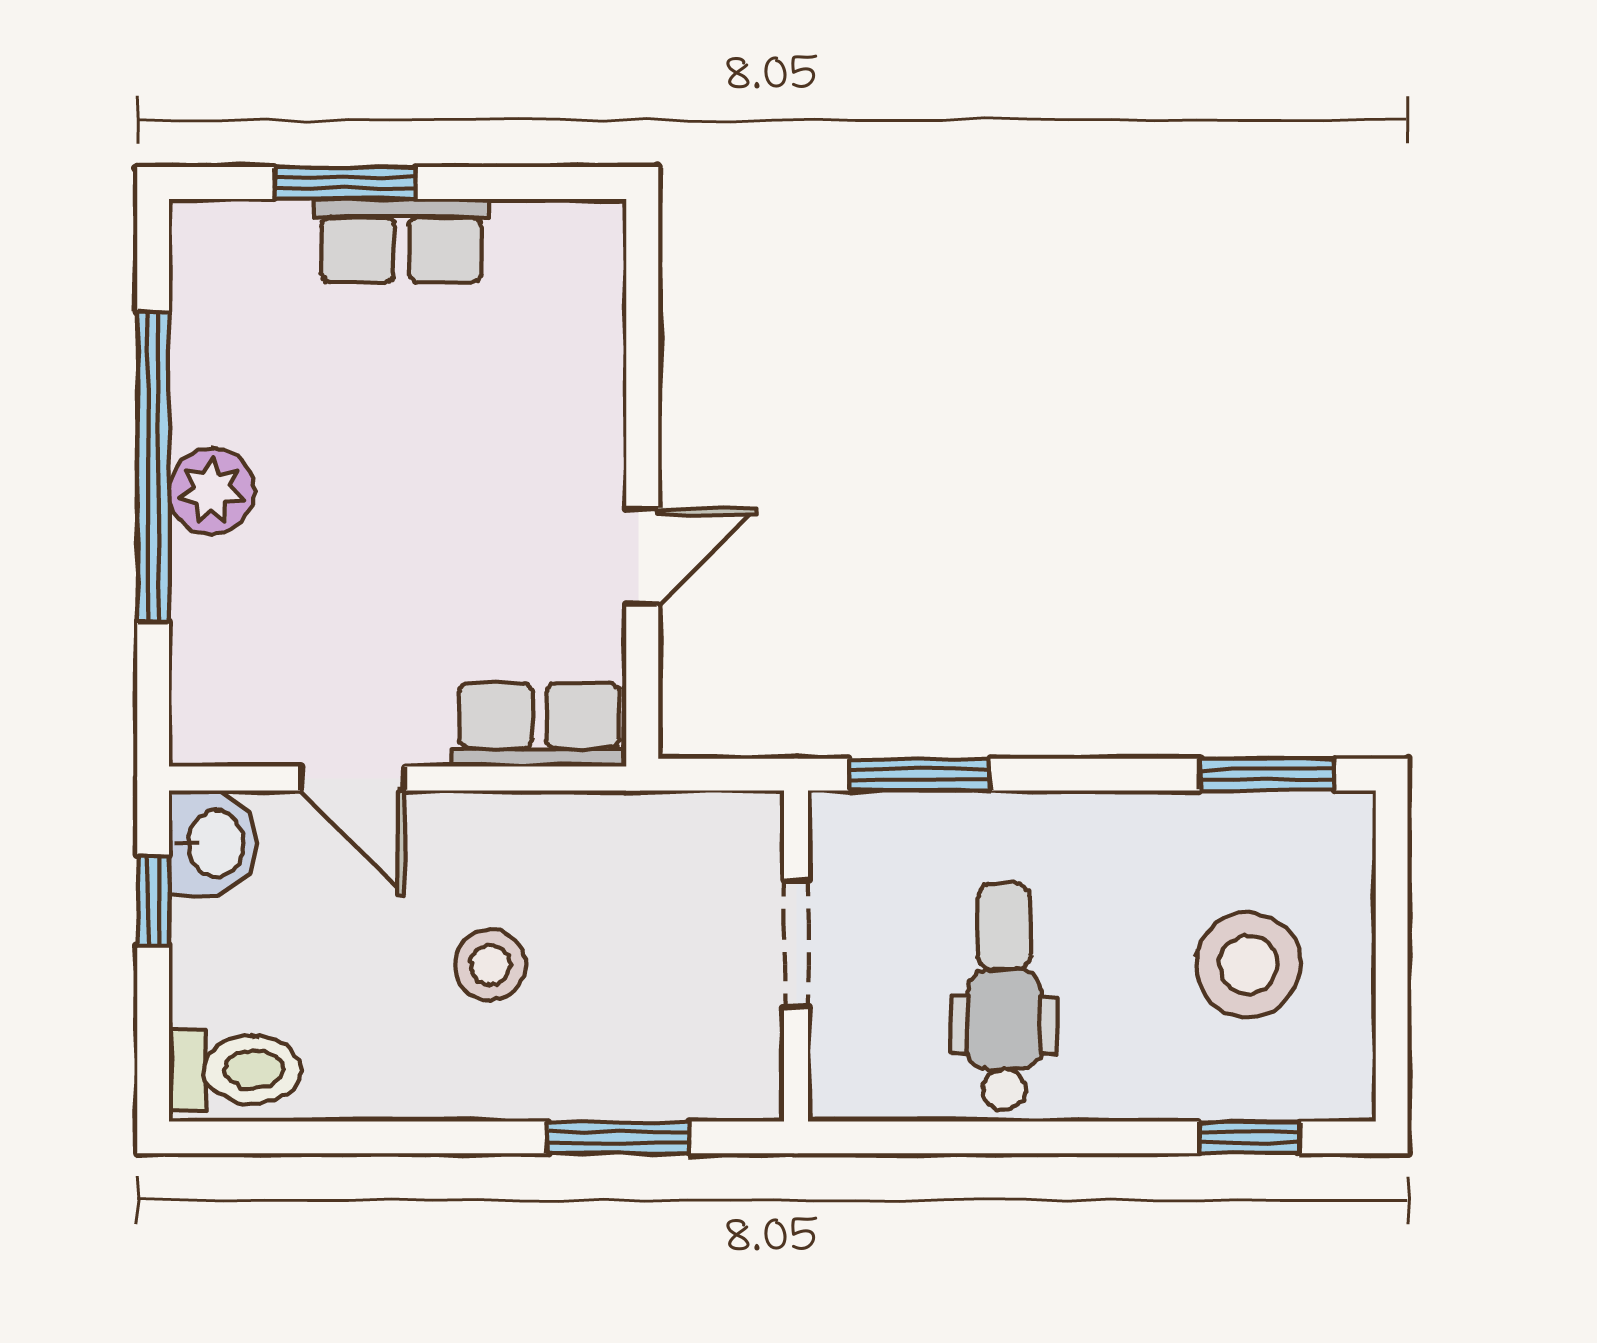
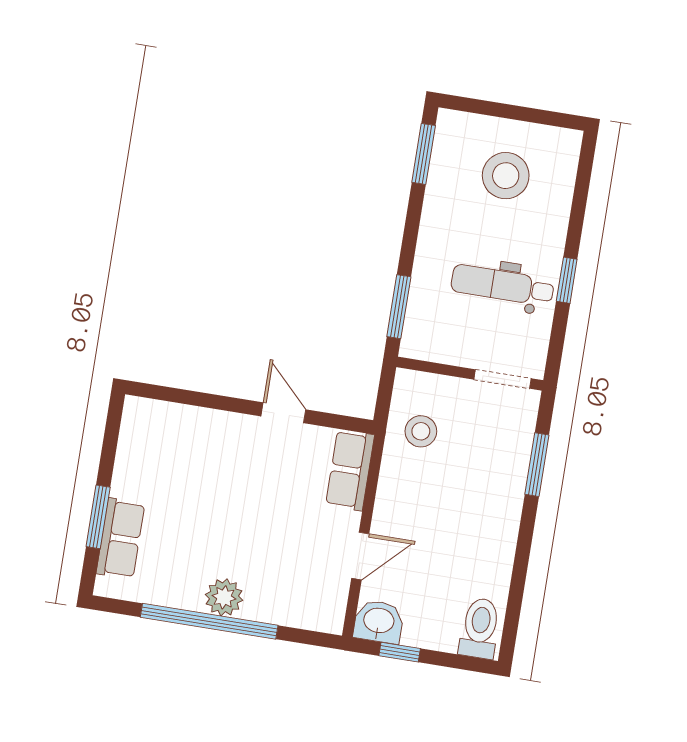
row of seats: (401, 240) -> (120, 538), moved
doorway: (796, 944) -> (503, 379), moved
stool: (490, 965) -> (421, 431), moved
window: (1249, 1137) -> (567, 280), moved

